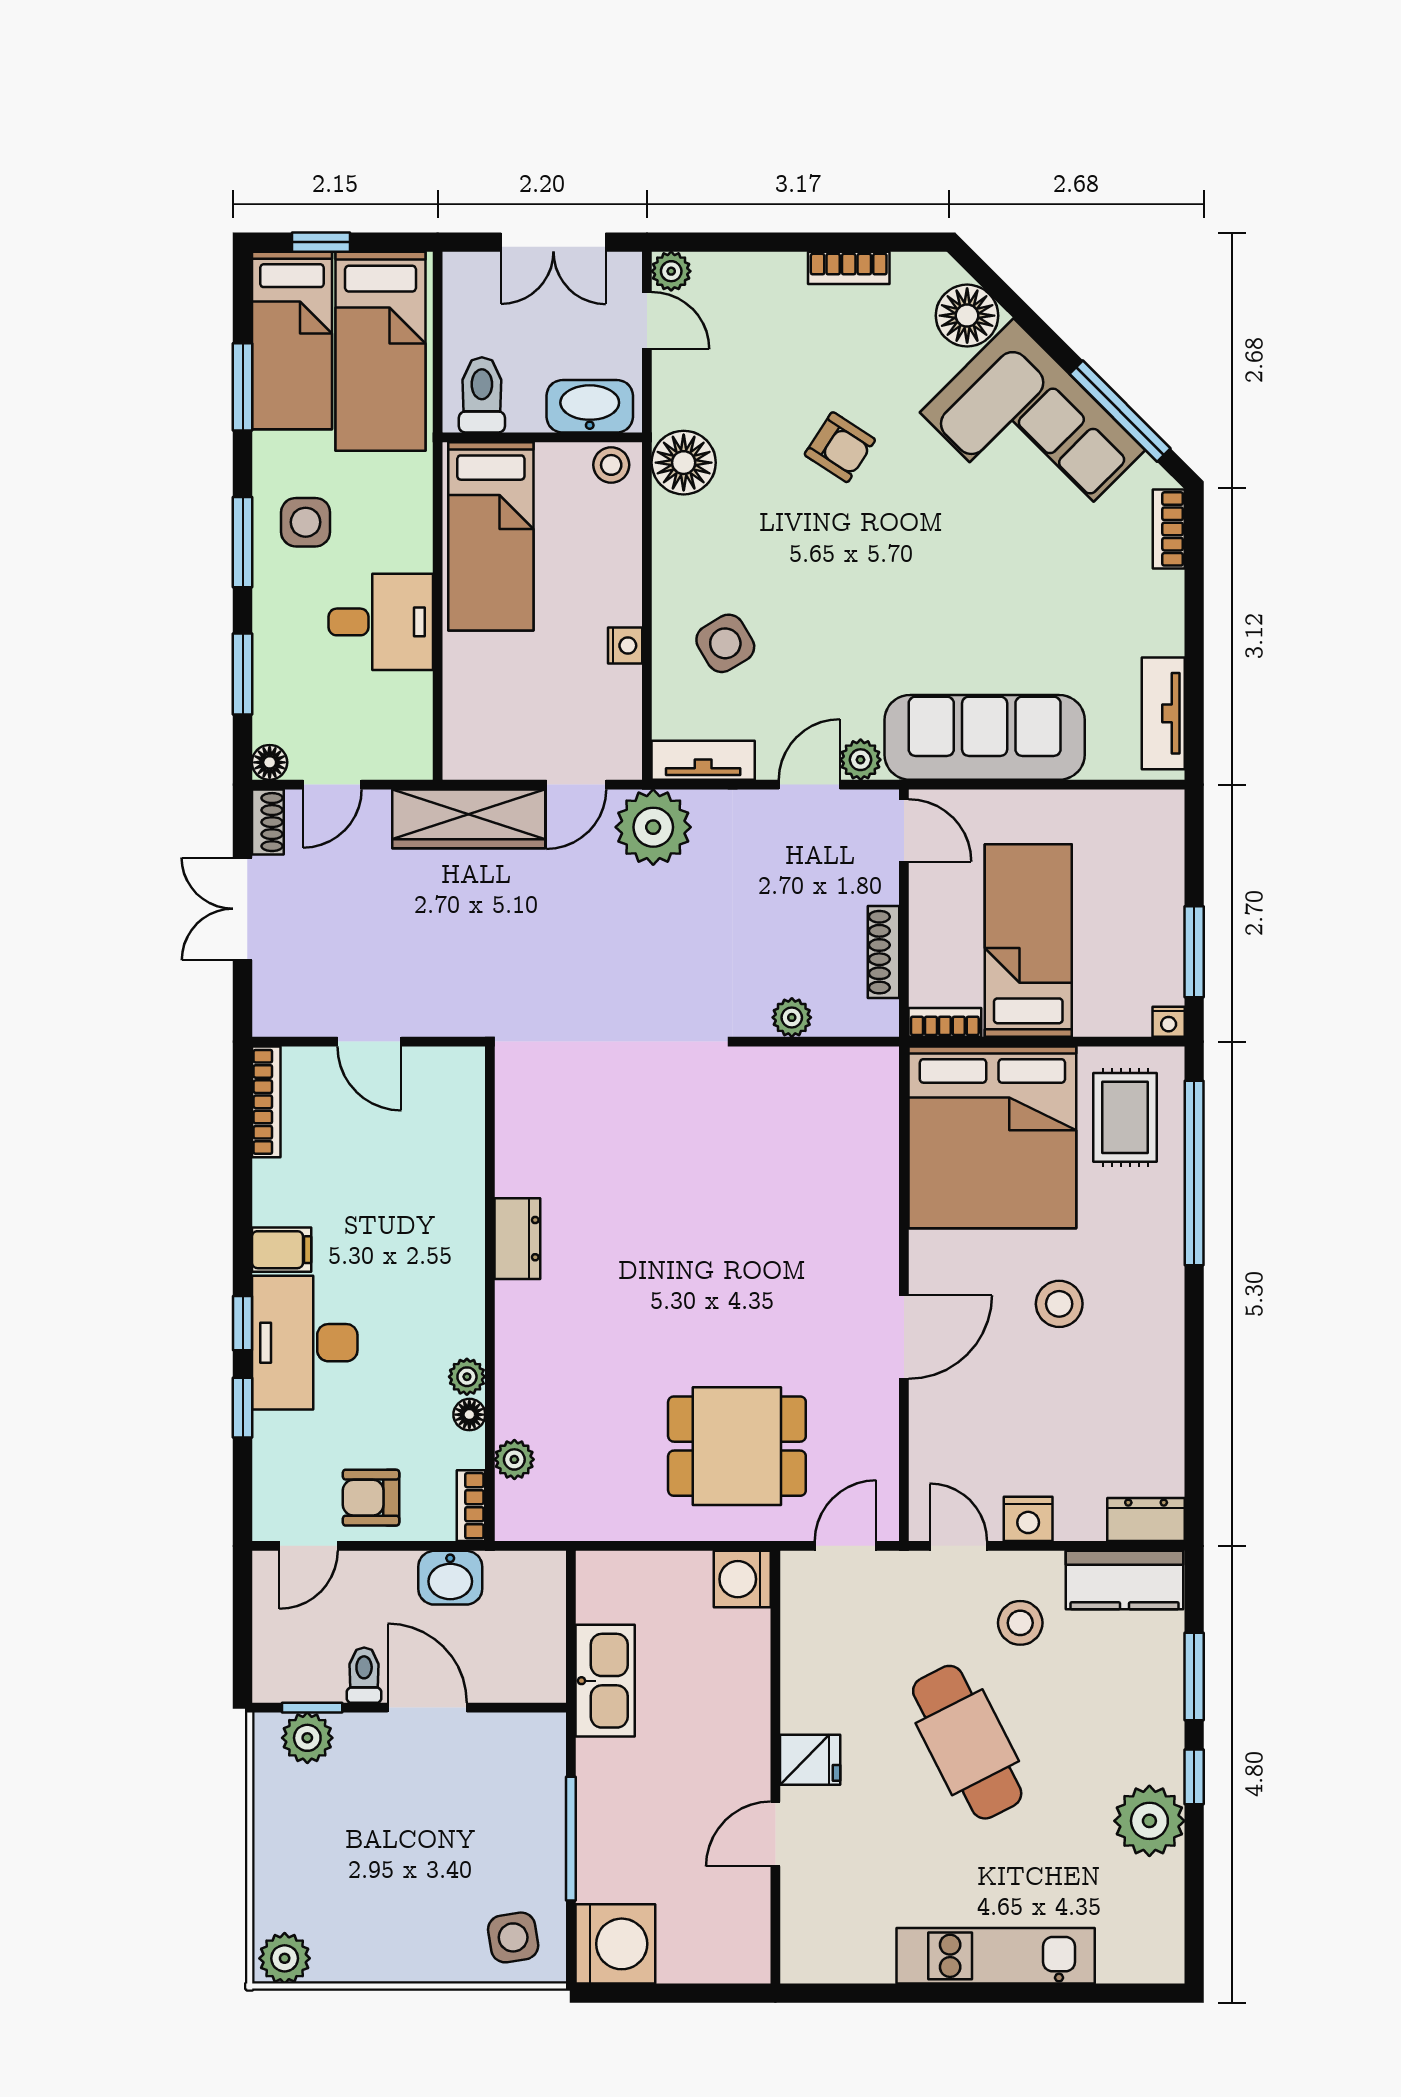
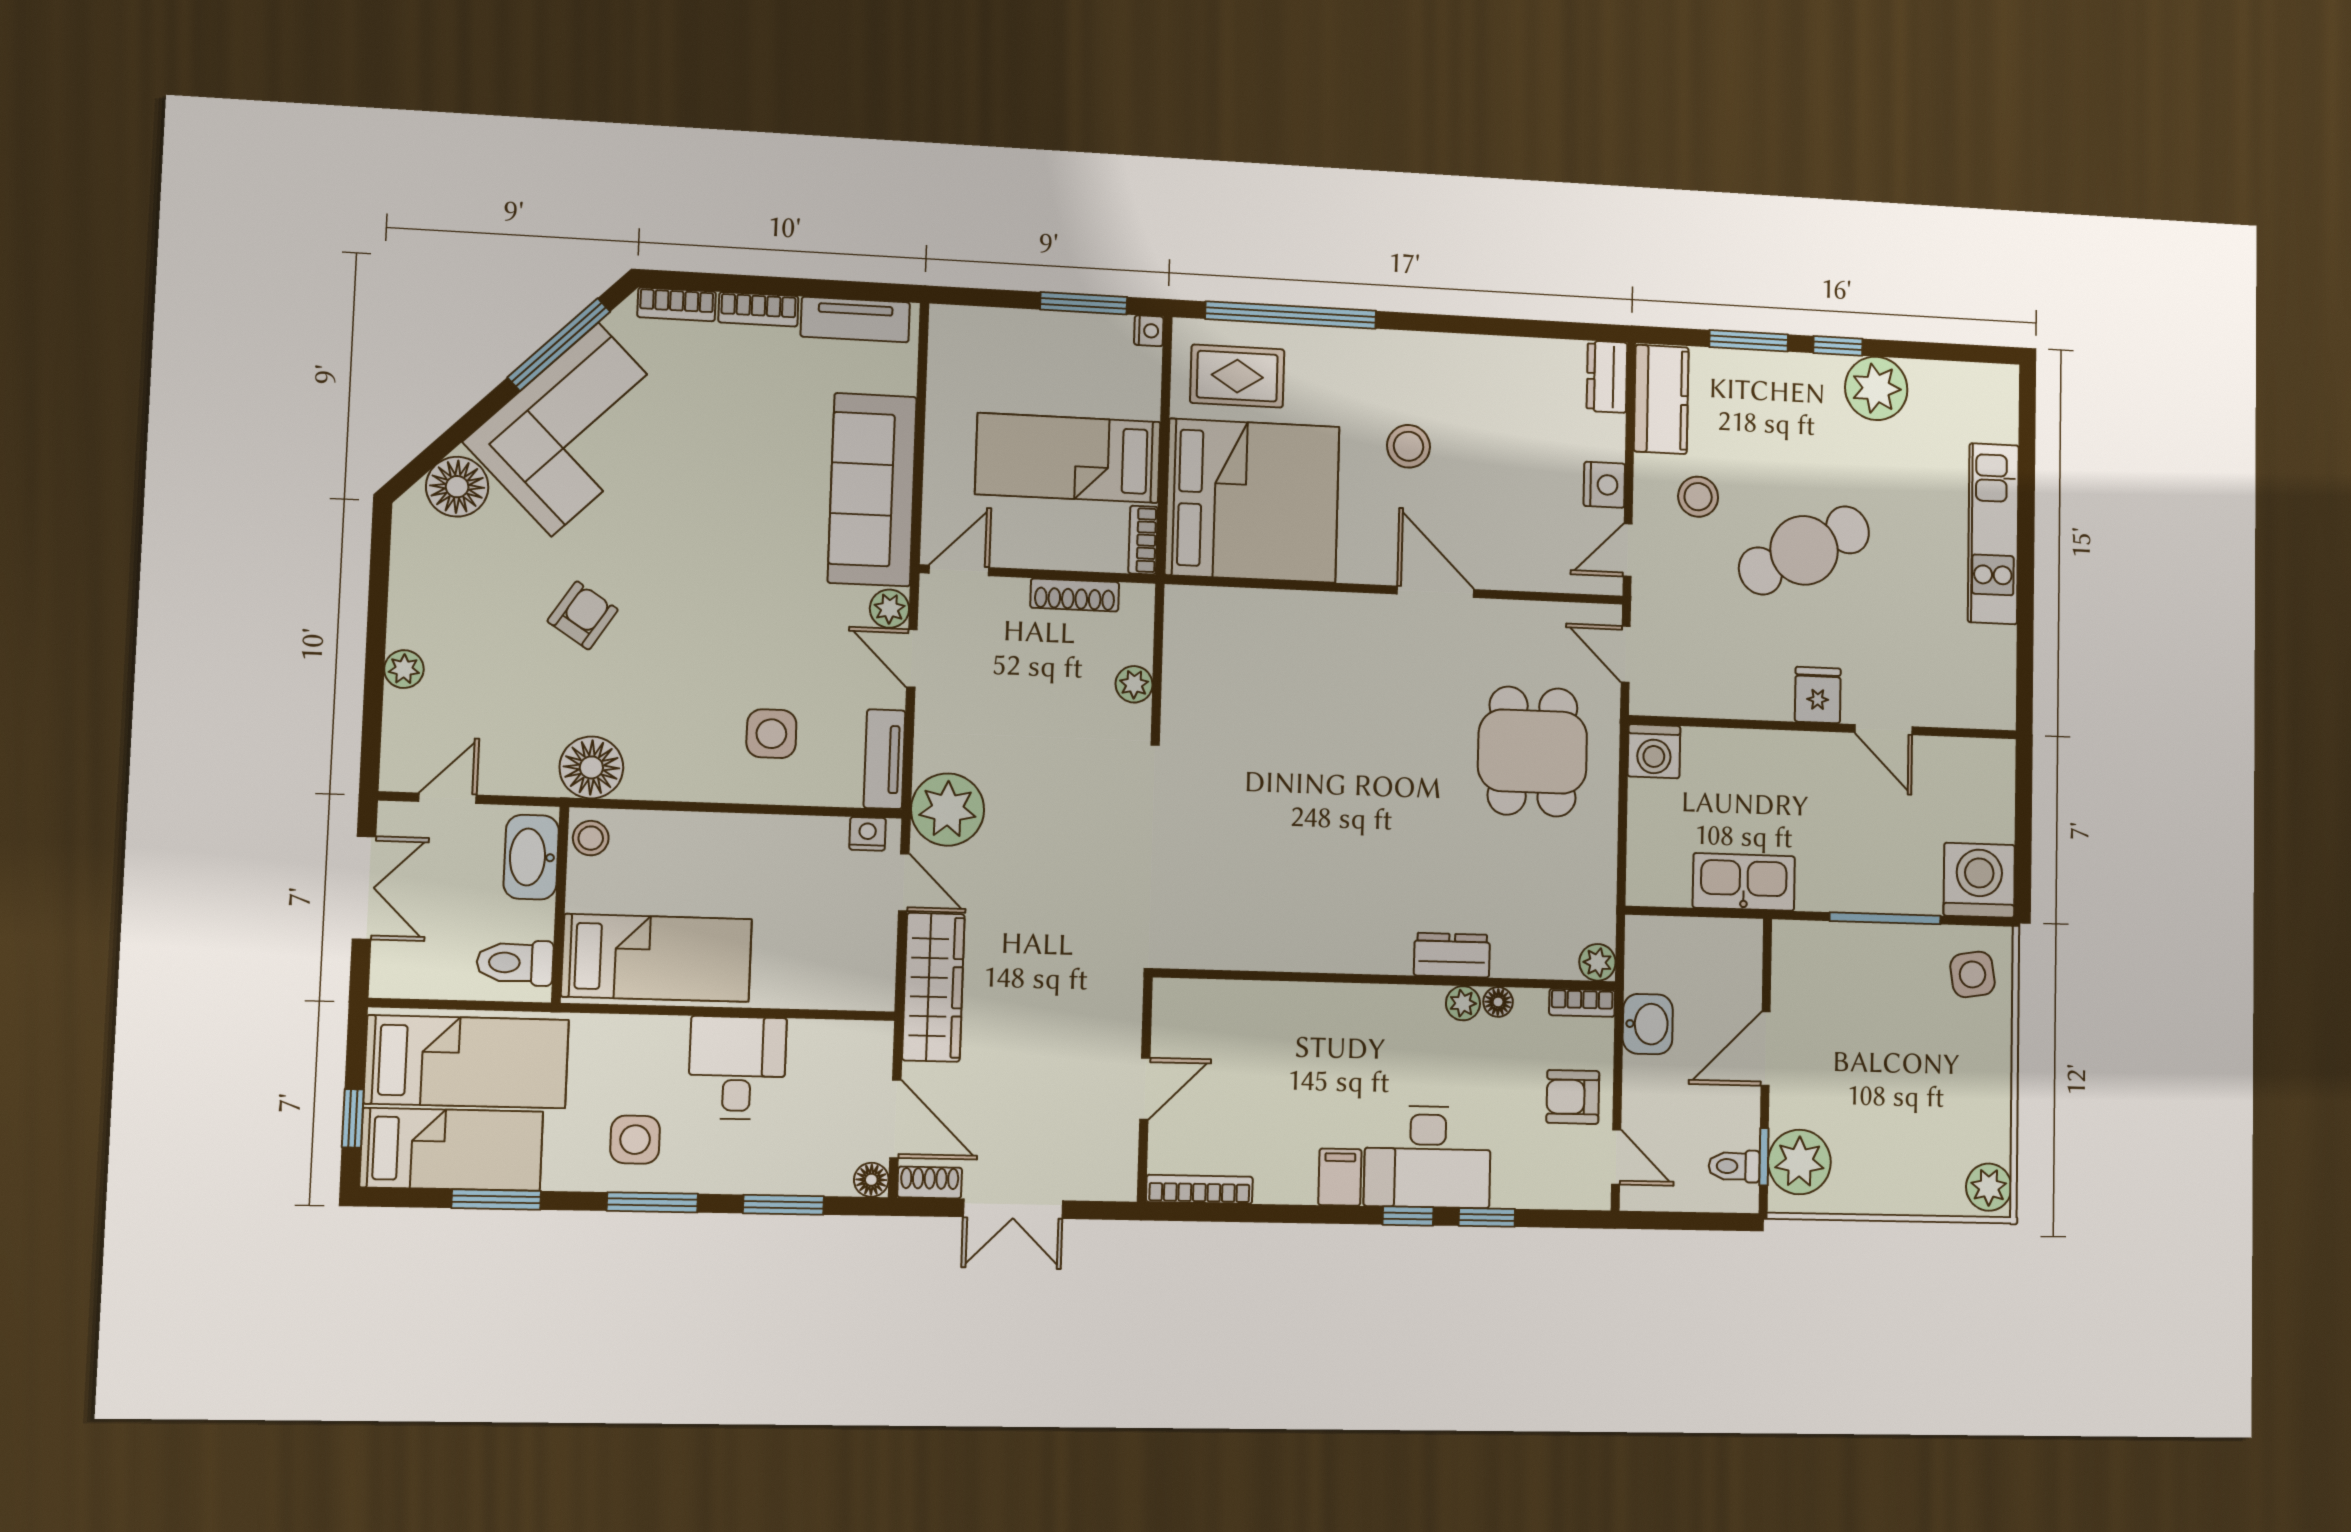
bookcase: (849, 268) -> (758, 309), moved, turned 90
plant: (671, 271) -> (404, 669), moved
side table: (725, 643) -> (771, 734), turned 31
nightstand: (625, 646) -> (868, 834), moved
door: (332, 785) -> (895, 1119), width x1.38
dresser: (517, 1239) -> (1452, 955), moved
plant: (514, 1459) -> (1597, 962), moved
armchair: (371, 1498) -> (1573, 1097), turned 90
toilet: (364, 1675) -> (1734, 1166), moved
plant: (307, 1738) -> (1799, 1162), width x1.36, depth x1.36

